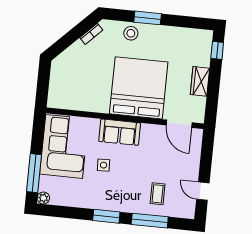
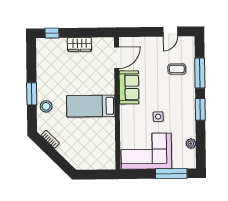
bed: (139, 88) -> (91, 106), width x0.49
sofa: (120, 132) -> (129, 87), moved
plant: (43, 198) -> (191, 144), moved

